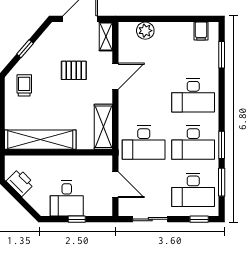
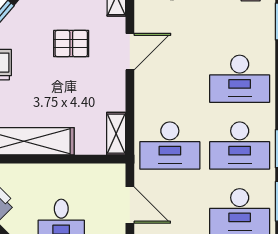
shelving: (103, 127) -> (116, 134), width x0.67, depth x0.75

